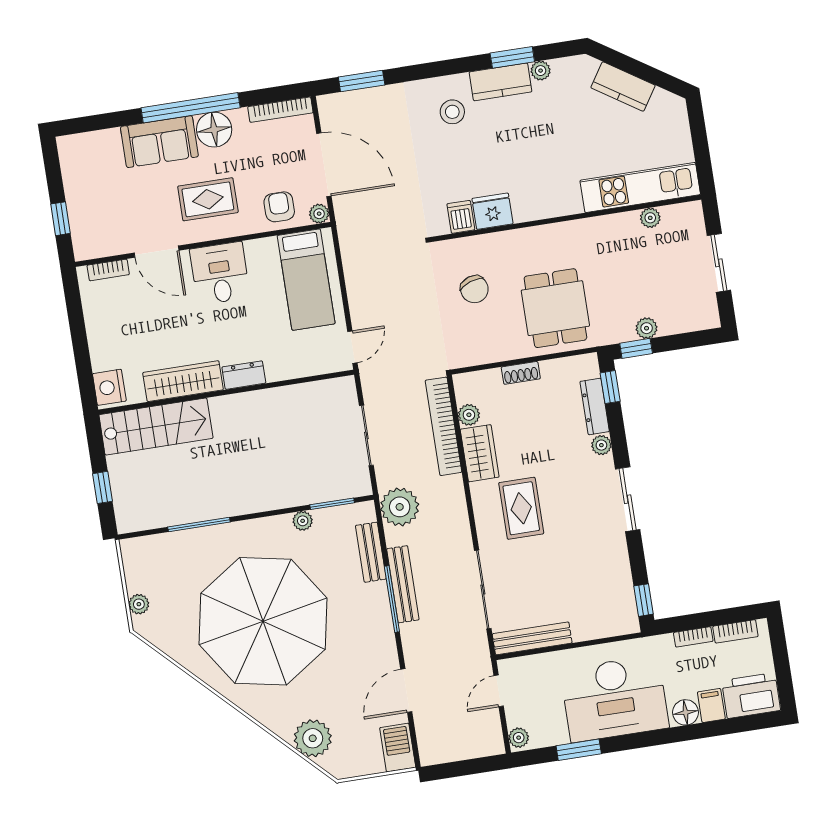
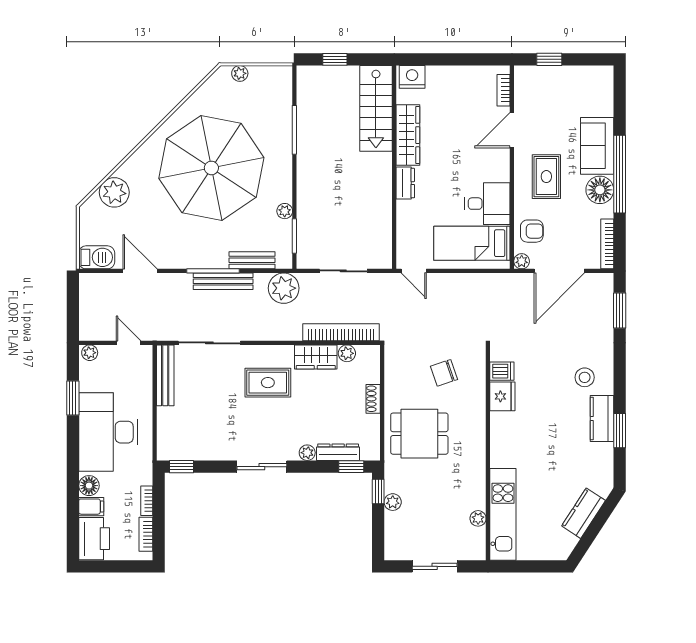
plant: (541, 71) -> (606, 451), removed
desk: (220, 273) -> (487, 204), moved

